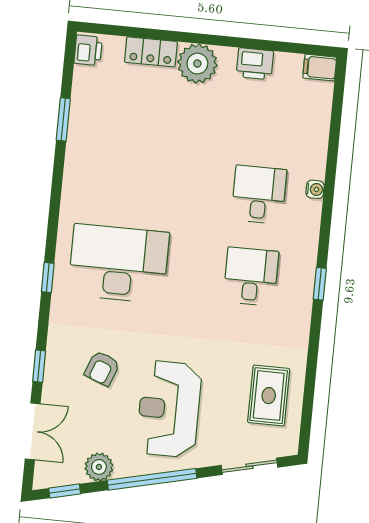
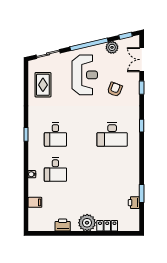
printer: (88, 50) -> (134, 203), moved
filing cabinet: (320, 68) -> (35, 202), moved
desk: (119, 264) -> (112, 135), width x0.73, depth x0.77

